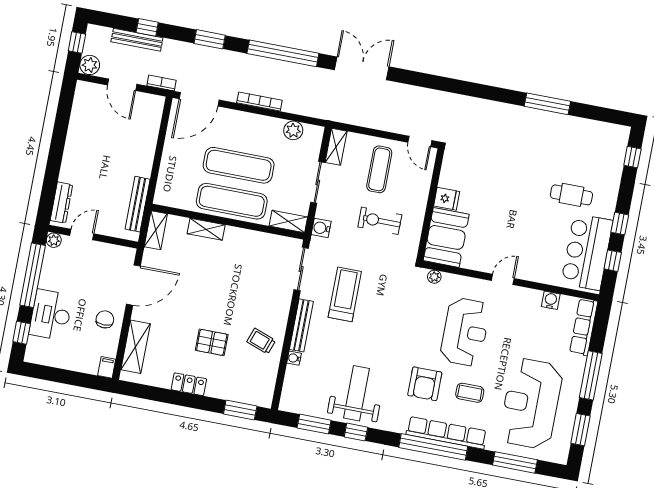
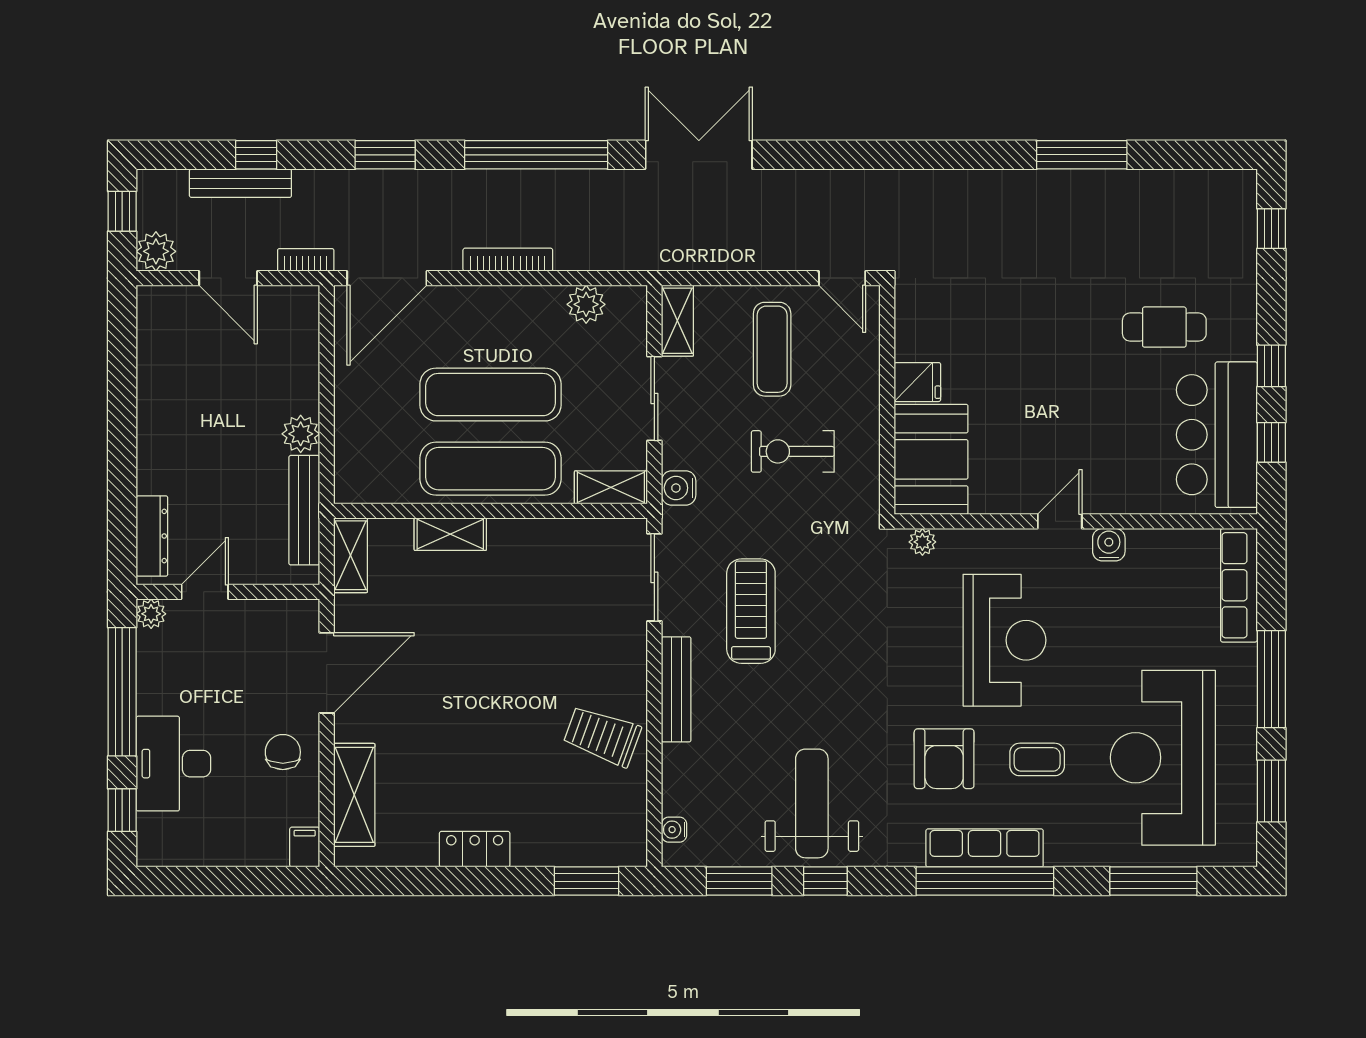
plant: (143, 167) -> (301, 434), added
water cooler: (551, 300) -> (1109, 545), moved
trolley: (261, 341) -> (602, 736), width x1.36, depth x1.39
pallet: (212, 342) -> (504, 757), removed
water cooler: (294, 358) -> (674, 830), moved
row of seats: (447, 433) -> (985, 848), width x0.73

